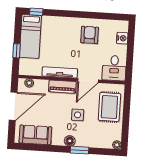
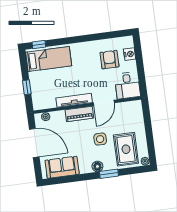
armchair: (90, 35) -> (109, 60), moved
bed: (30, 36) -> (49, 59), moved, turned -90
door: (13, 106) -> (34, 143), hinge flipped
rug: (109, 107) -> (126, 149), moved

